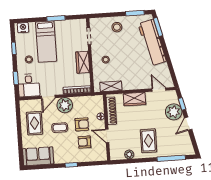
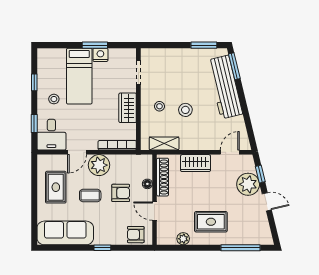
stool: (117, 27) -> (185, 110), moved
nightstand: (23, 28) -> (100, 55), moved
door: (159, 90) -> (230, 152), hinge flipped
door: (188, 124) -> (267, 202), swing flipped
rug: (149, 141) -> (211, 222), turned 90
armchair: (84, 142) -> (136, 235), moved
sofa: (38, 156) -> (65, 233), width x1.36

